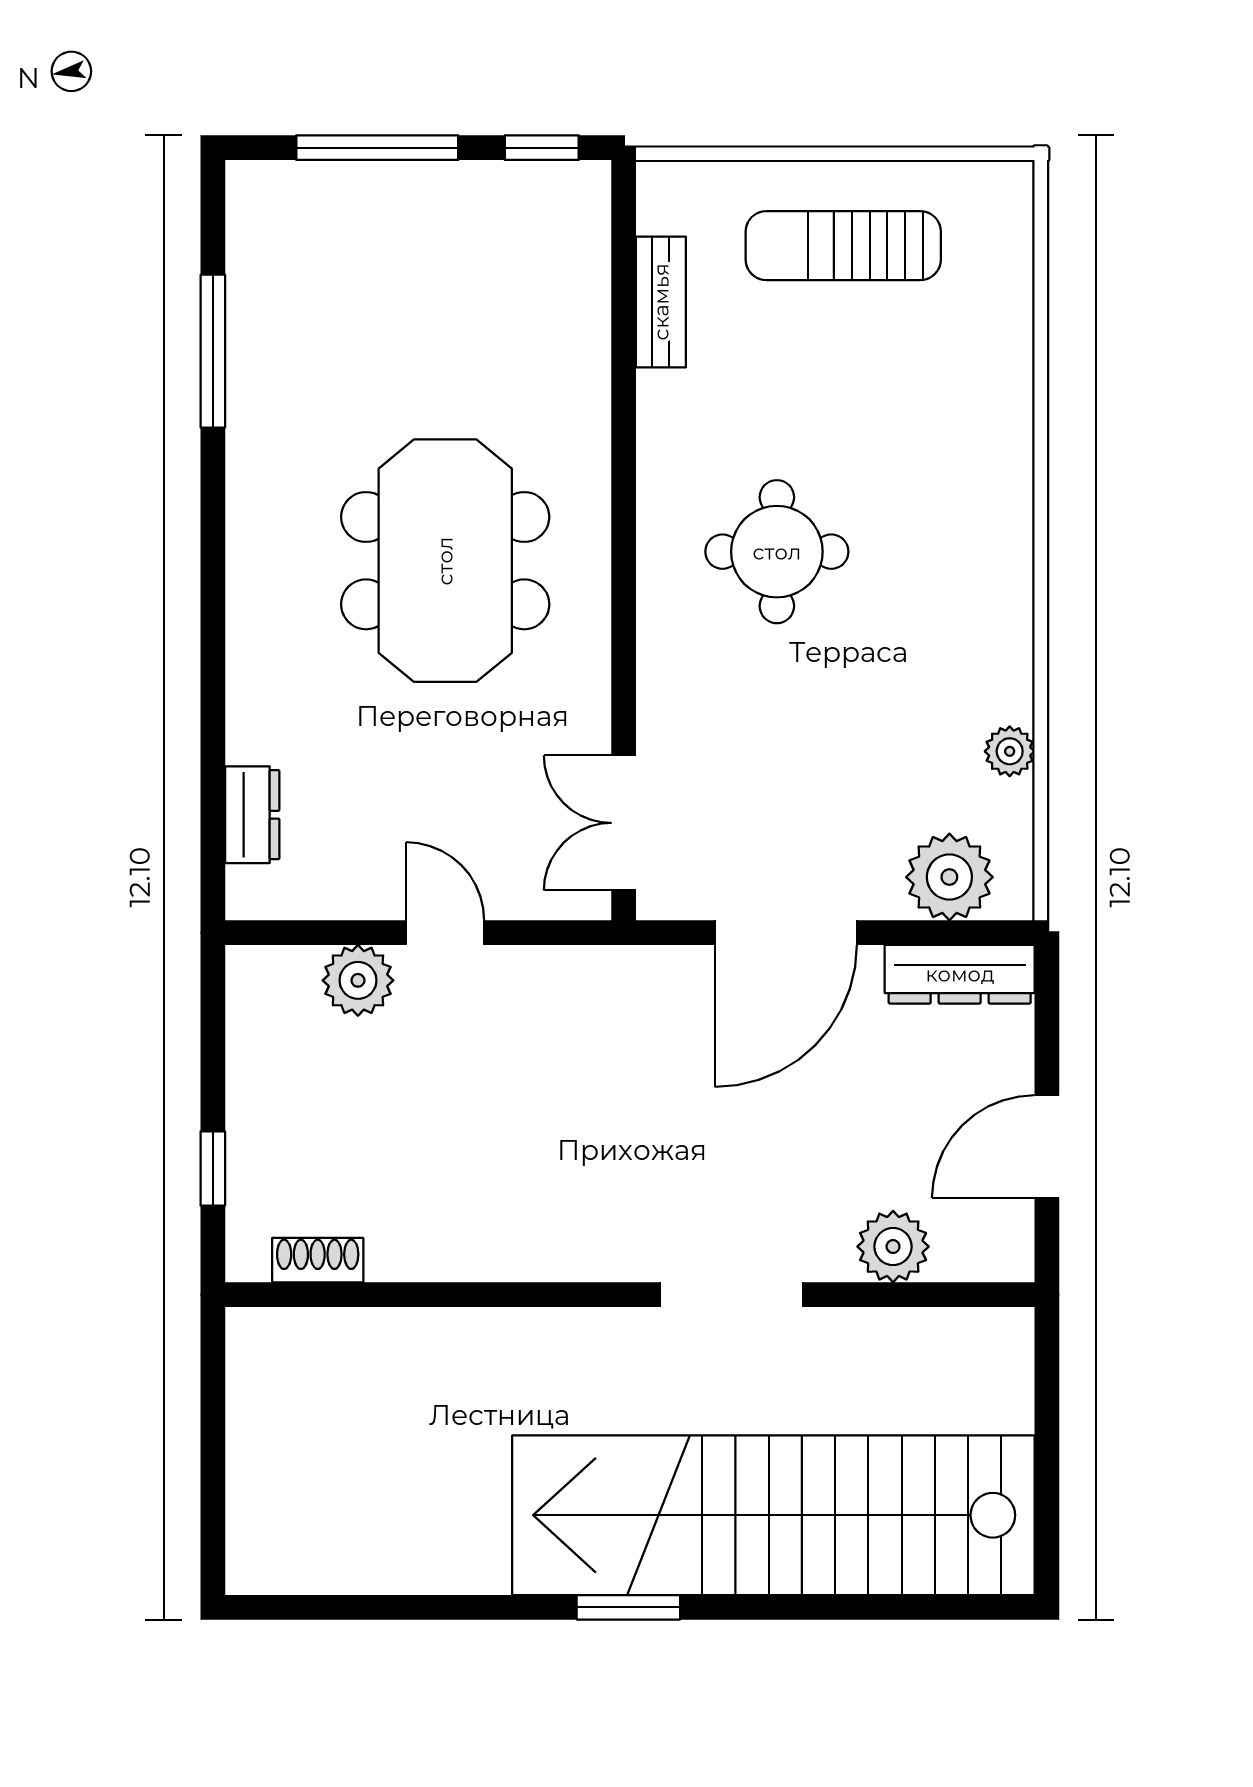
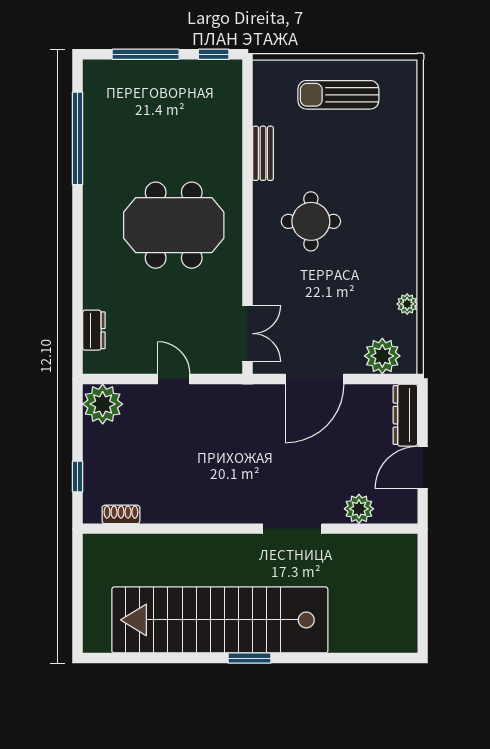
bench: (661, 302) -> (263, 153), moved
window: (213, 351) -> (78, 138), width x1.46
meeting table: (445, 561) -> (174, 225), turned 90
double door: (624, 823) -> (248, 334), swing flipped
dresser: (960, 974) -> (405, 415), moved, turned 90
plant: (358, 980) -> (103, 404), moved, width x1.36, depth x1.36
stairs: (773, 1515) -> (220, 620), moved

